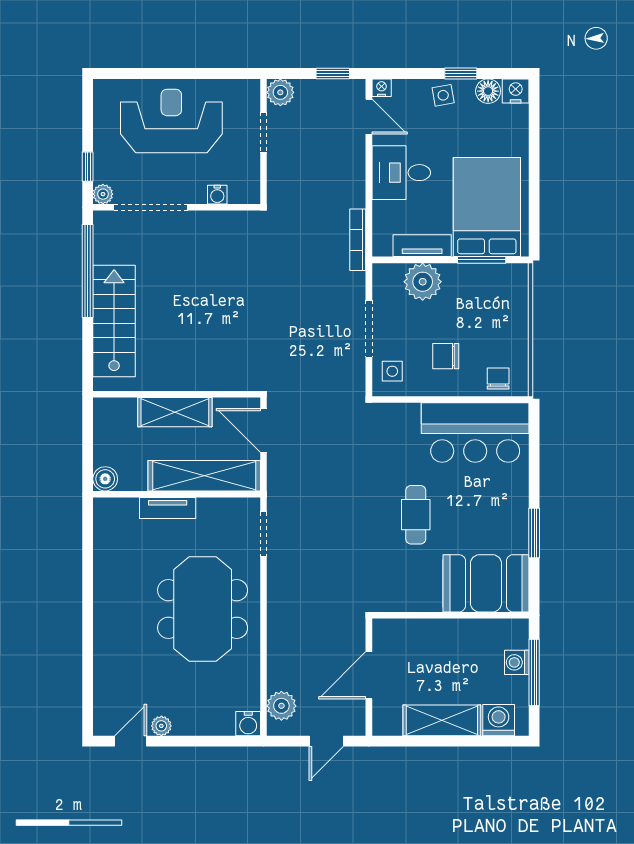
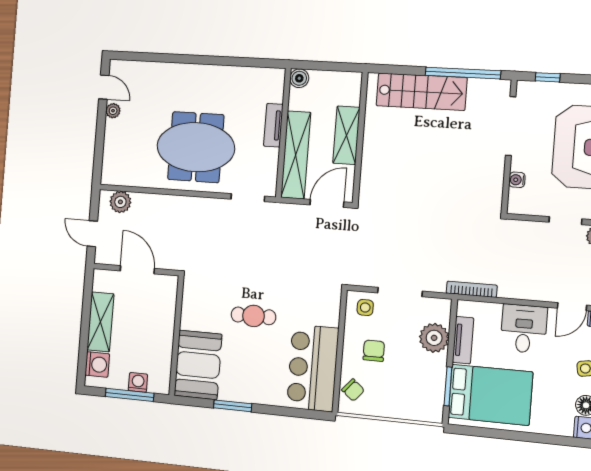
plant: (103, 194) -> (524, 88), removed
chair: (498, 379) -> (353, 390), turned 40
water cooler: (248, 724) -> (109, 176), removed

